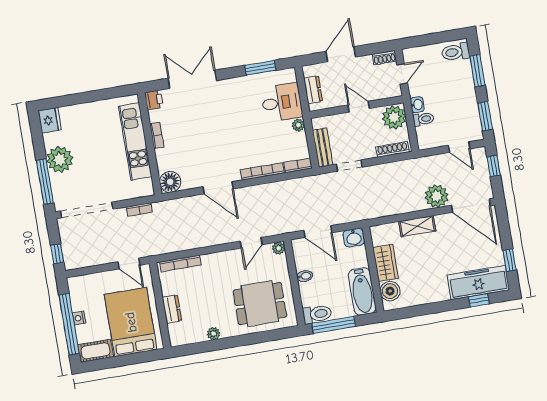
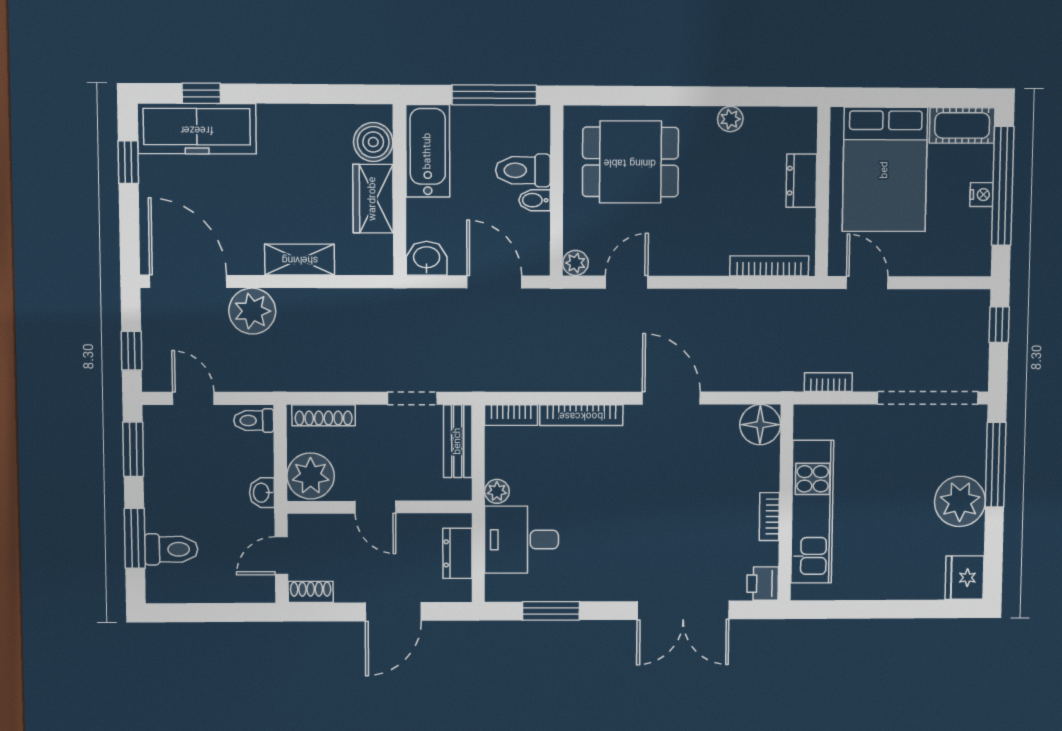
toilet: (456, 52) -> (171, 549), moved
toilet: (423, 119) -> (254, 420), moved
toilet: (317, 314) -> (523, 170), moved

